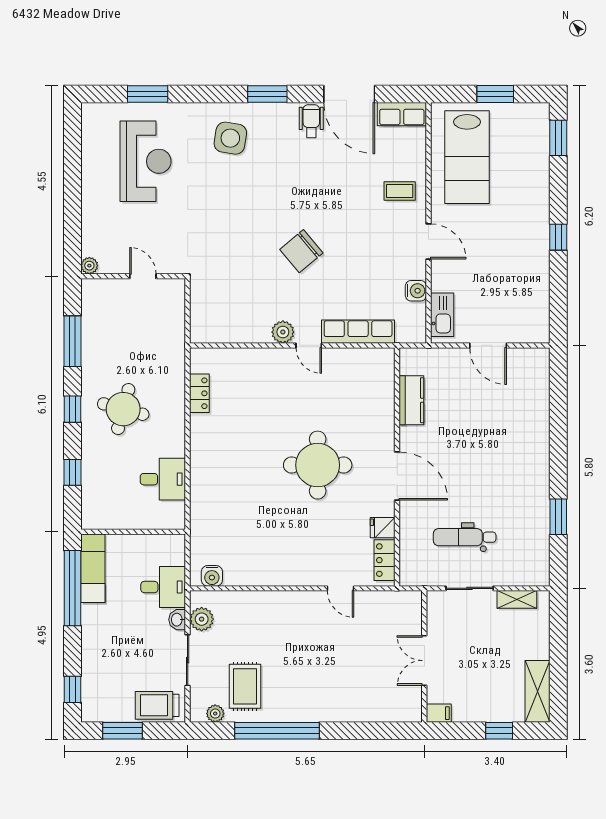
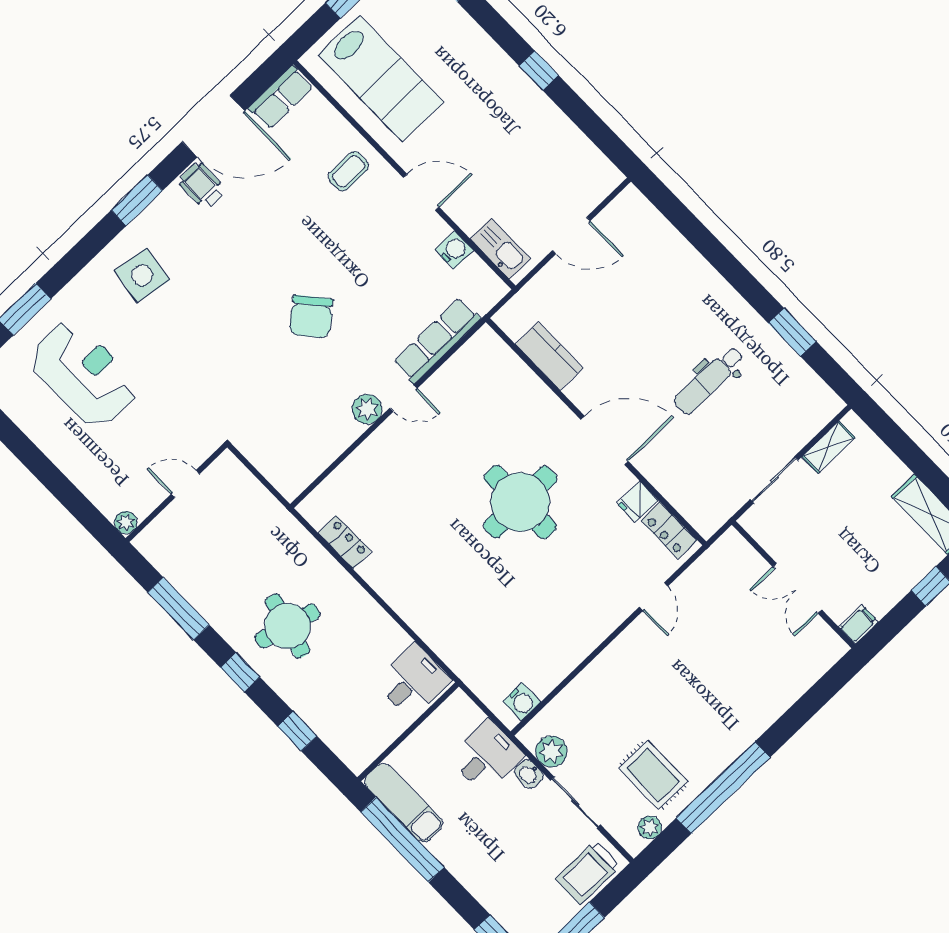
desk: (163, 479) -> (413, 681), moved
dental chair: (465, 537) -> (709, 380), moved
door: (341, 588) -> (654, 597), hinge flipped

